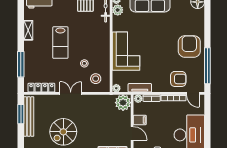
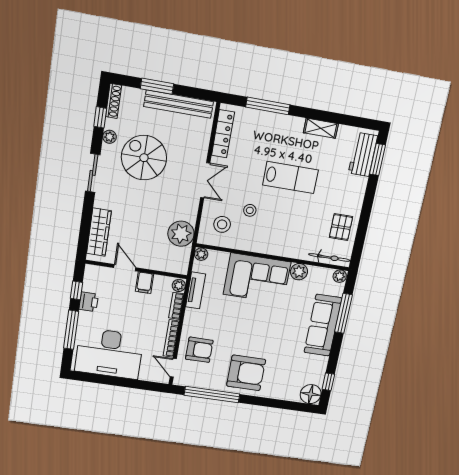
plant: (118, 10) -> (299, 272), moved
lab bench: (60, 43) -> (291, 178), turned 180
armchair: (178, 79) -> (199, 350), turned -90
door: (193, 93) -> (173, 368), hinge flipped
plant: (123, 103) -> (181, 234), moved
window: (21, 114) -> (157, 86), moved
door: (132, 133) -> (125, 268), swing flipped

